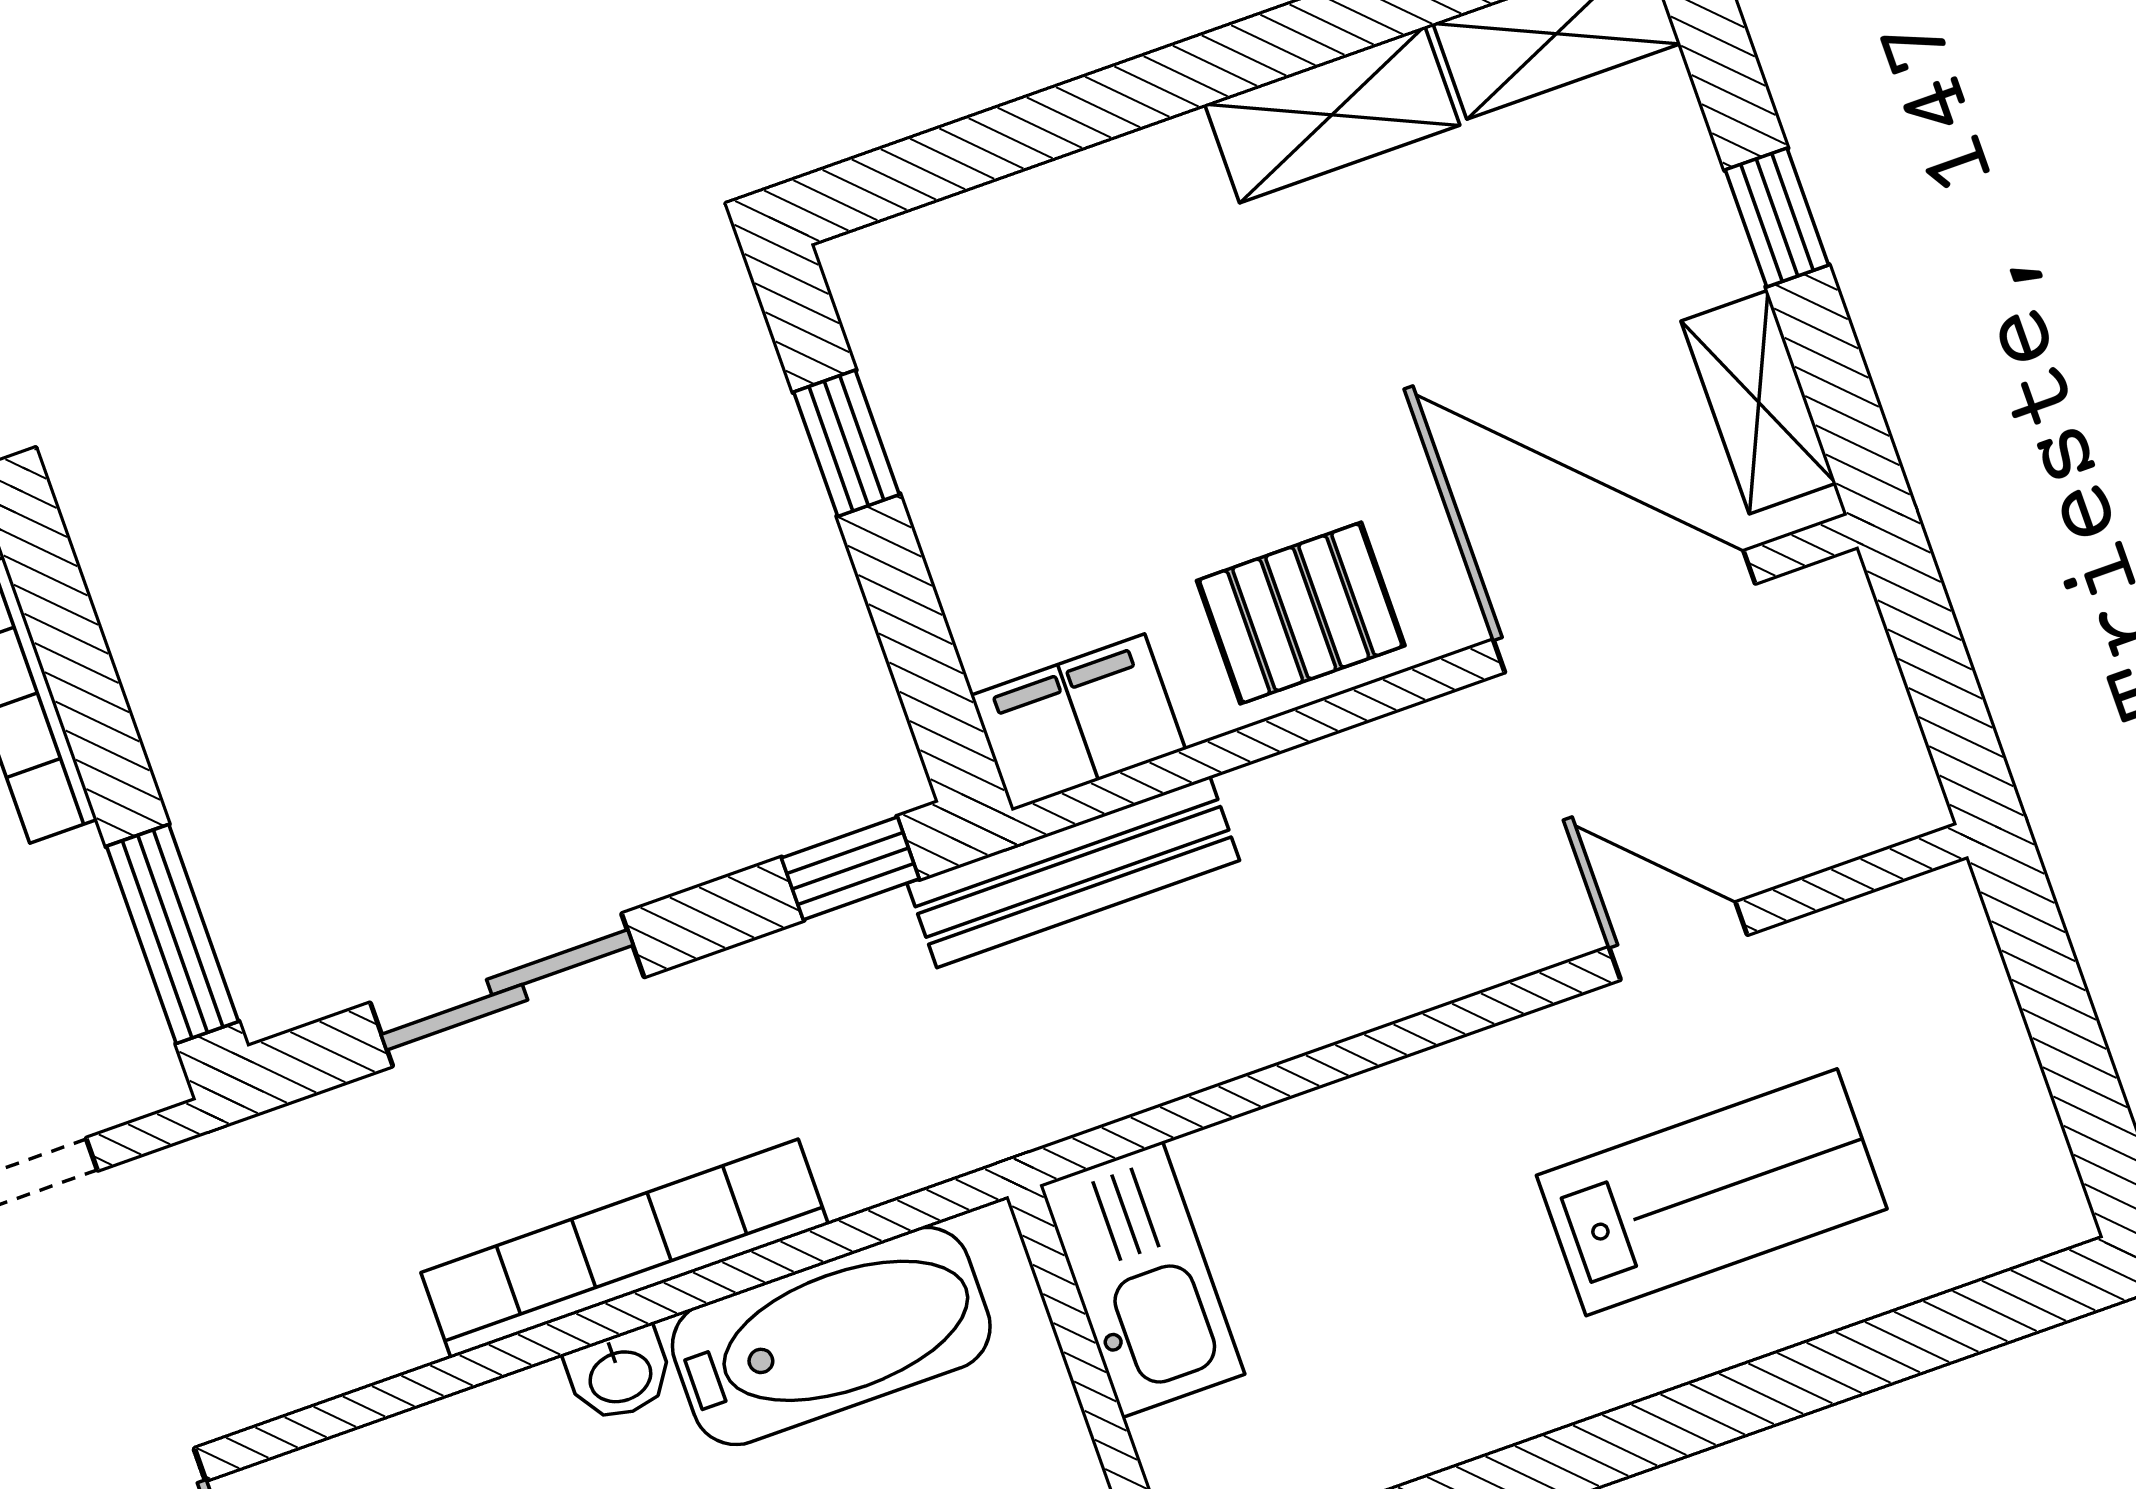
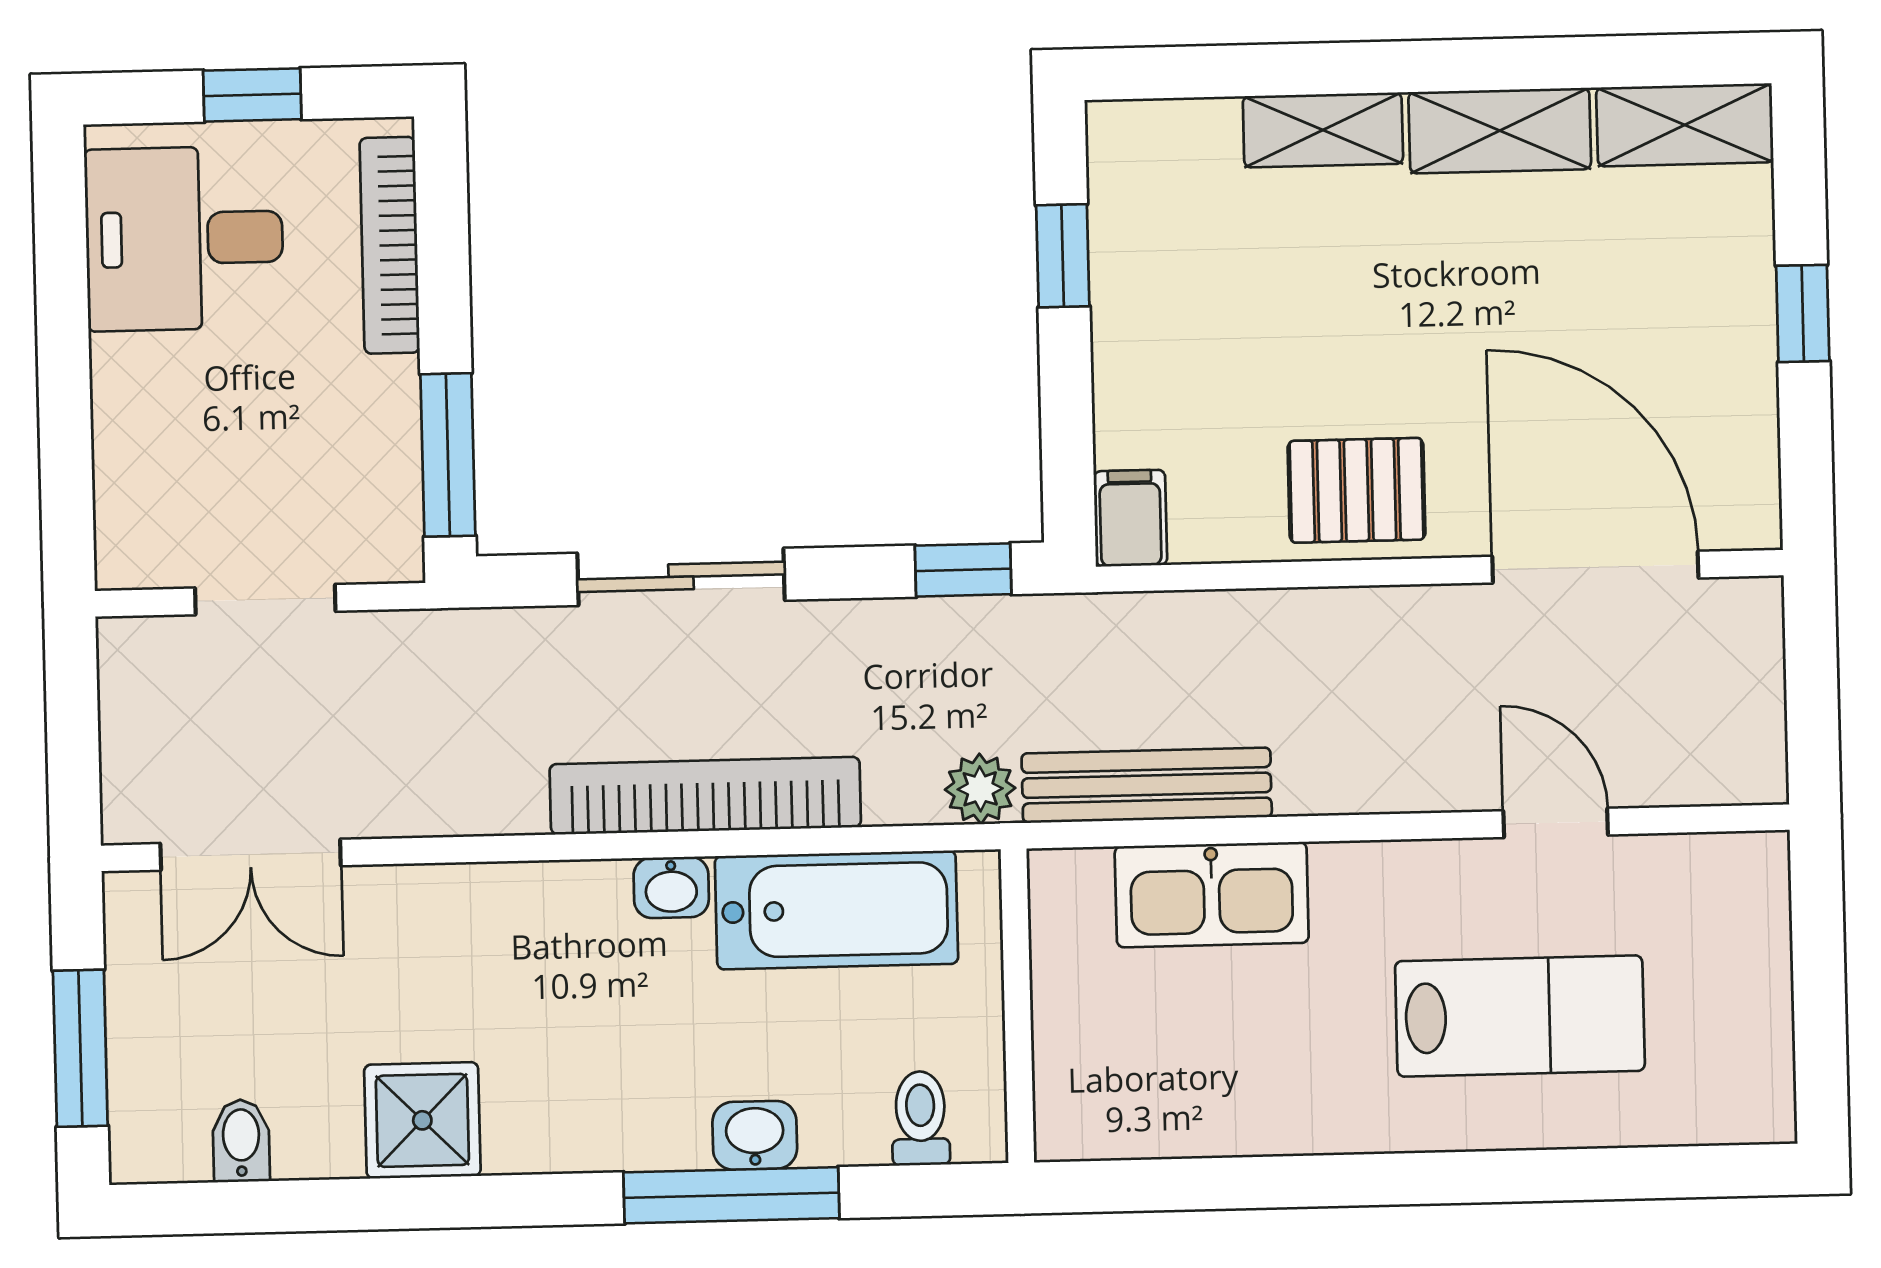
shelving: (1759, 402) -> (1323, 130), moved, turned 90
filing cabinet: (1078, 722) -> (1130, 518), width x0.50
bench: (1073, 872) -> (1147, 785), moved
plant: (959, 1130) -> (980, 789), added
kitchen sink: (1142, 1279) -> (1212, 895), moved, turned 90

